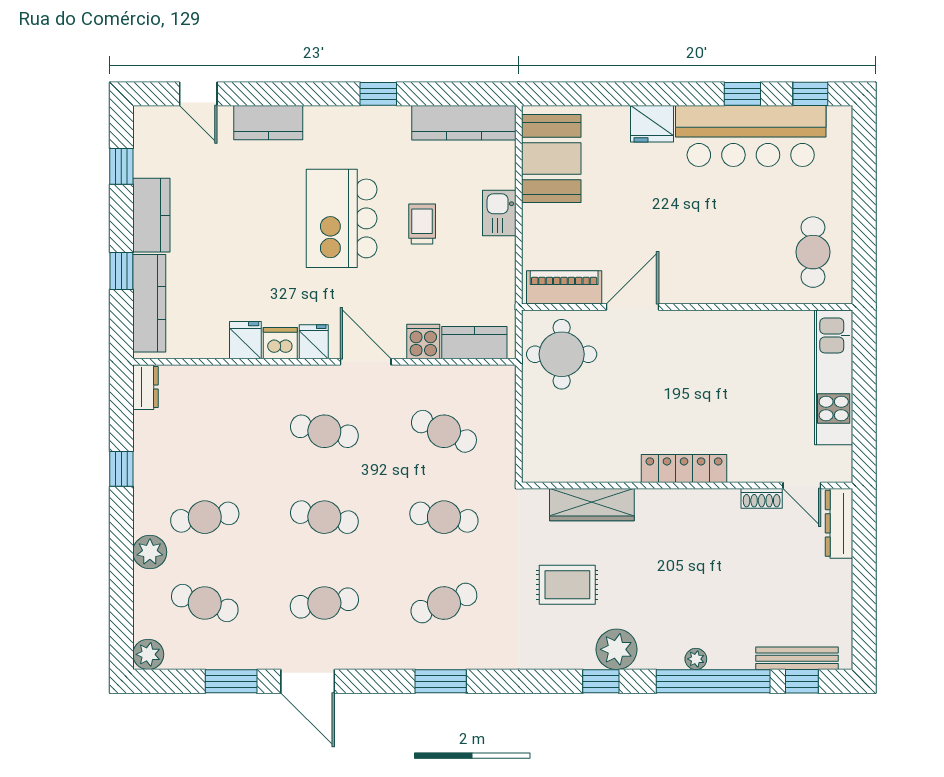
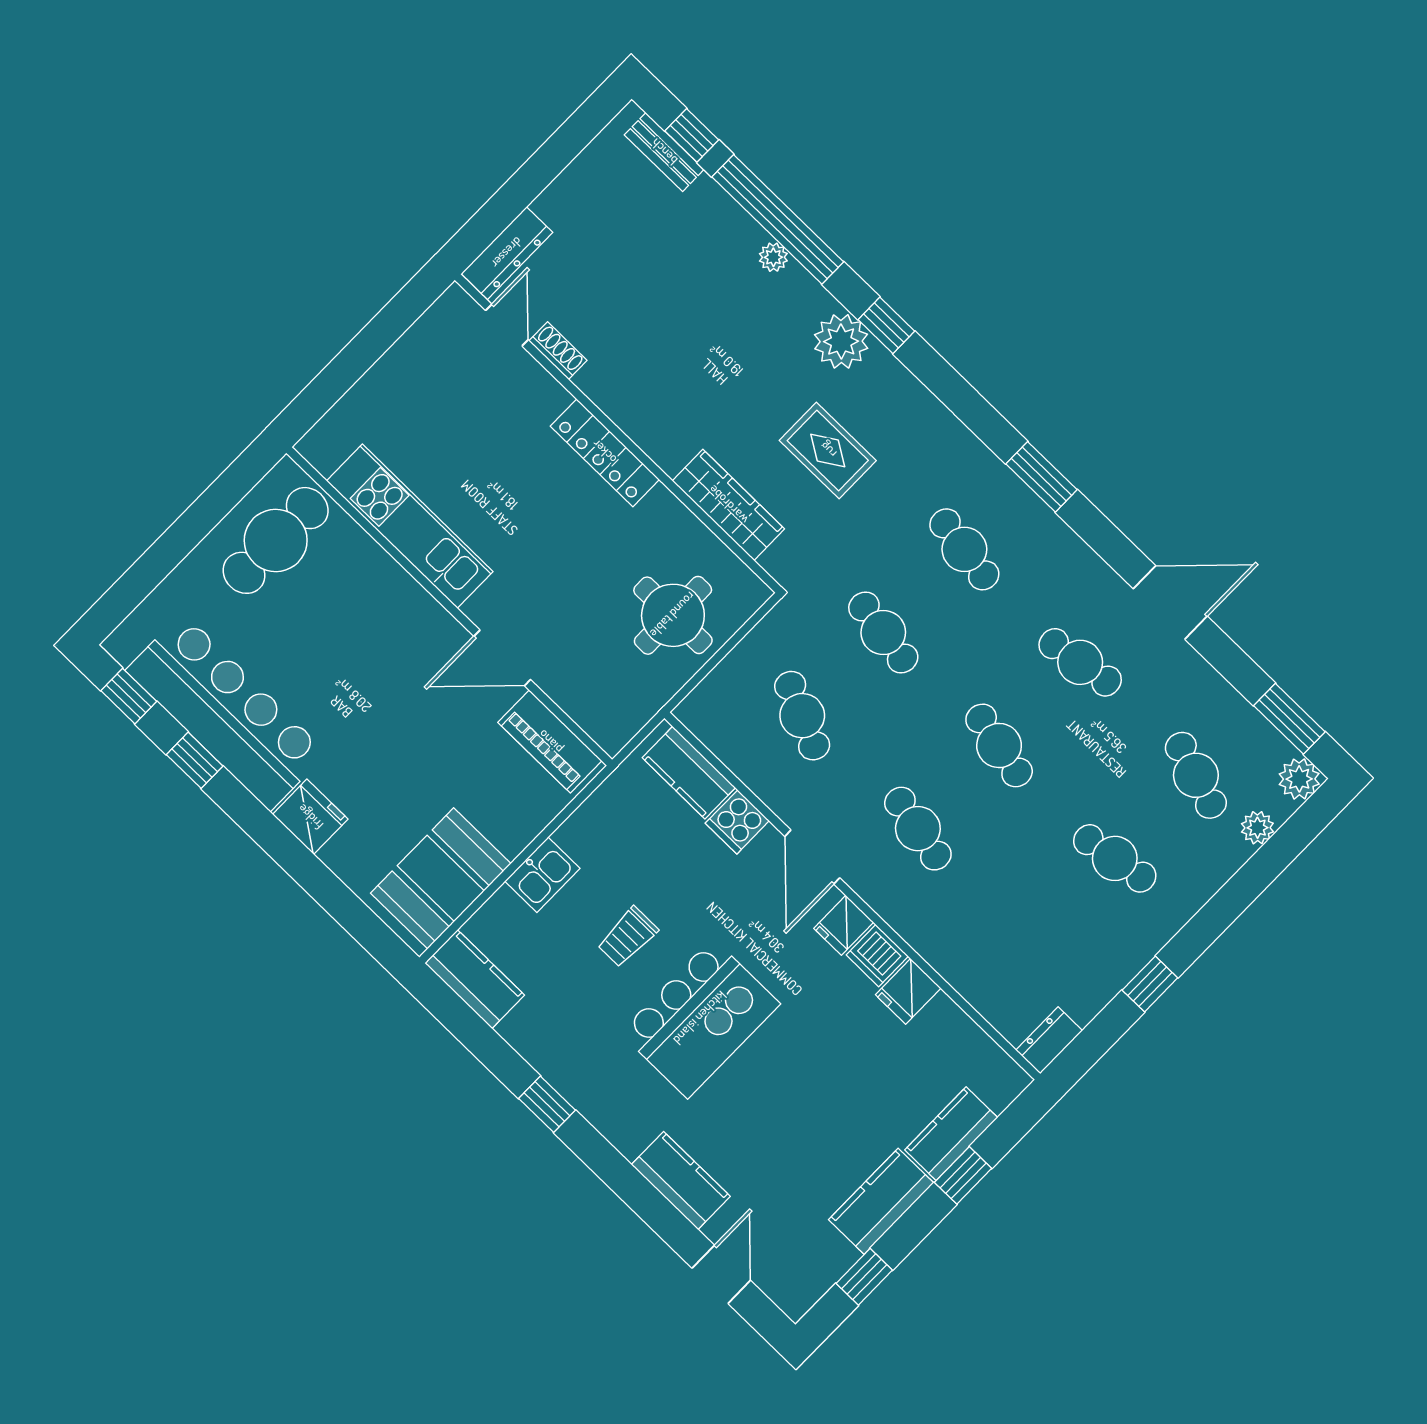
kitchen counter: (464, 123) -> (475, 979), width x0.67
cafe table: (813, 252) -> (276, 540), width x1.37, depth x1.35
kitchen counter: (149, 303) -> (951, 1134), width x0.67
round table: (562, 354) -> (673, 615), moved
kitchen unit: (834, 377) -> (410, 526), moved, turned -90
plant: (150, 552) -> (1257, 828), moved, width x0.73, depth x0.73
cafe table: (444, 603) -> (964, 549), turned 30
bench: (797, 658) -> (664, 152), width x0.73
window: (231, 681) -> (1289, 719), moved
door: (308, 681) -> (1170, 602), hinge flipped

